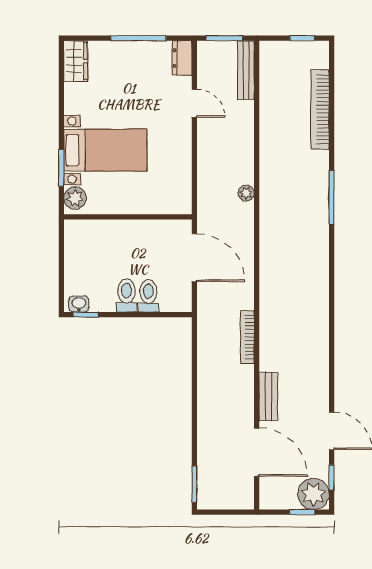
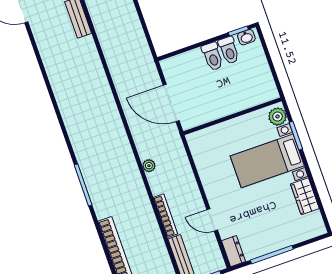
wardrobe: (76, 61) -> (305, 196), moved
toilet: (148, 296) -> (229, 50), moved
bookcase: (247, 337) -> (165, 216), moved

